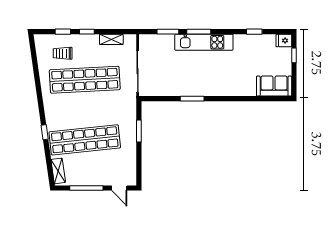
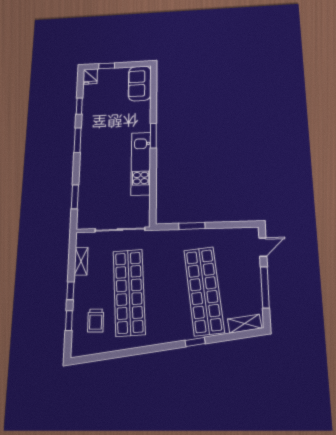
window: (199, 32) -> (78, 140), moved
kitchen unit: (204, 42) -> (141, 164), moved, turned 180
window: (192, 99) -> (153, 136), moved

